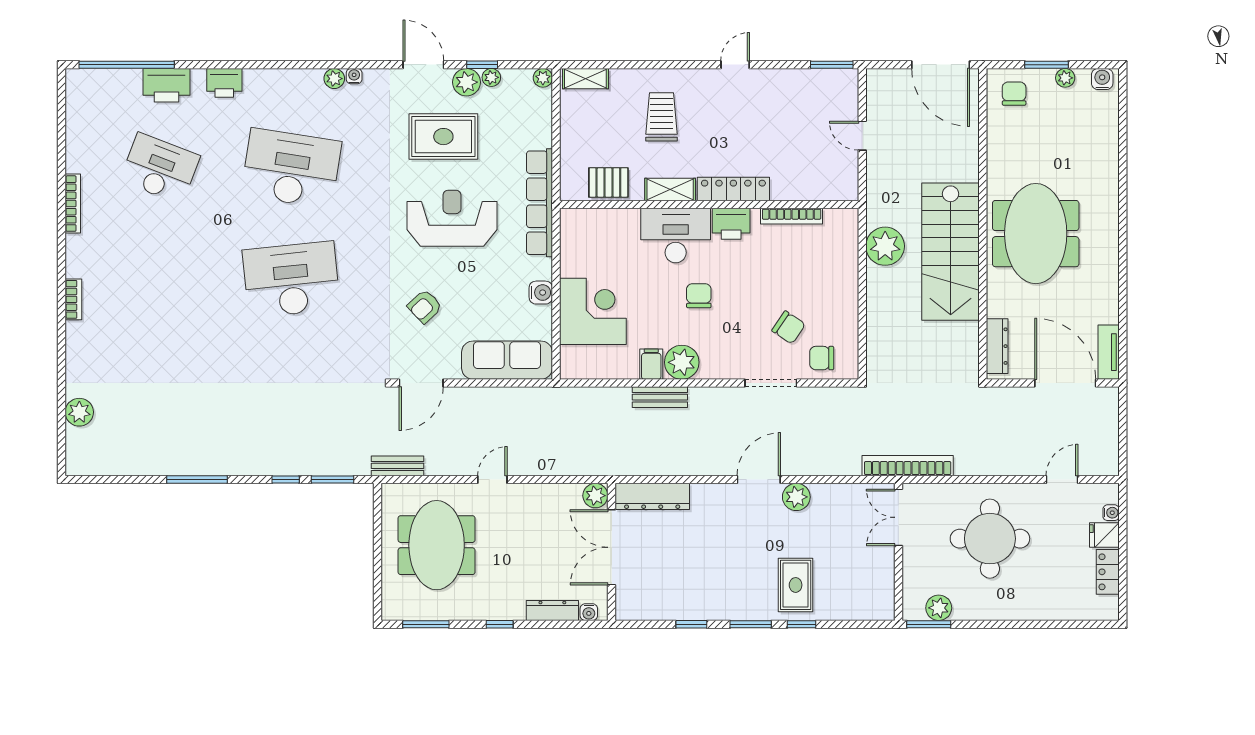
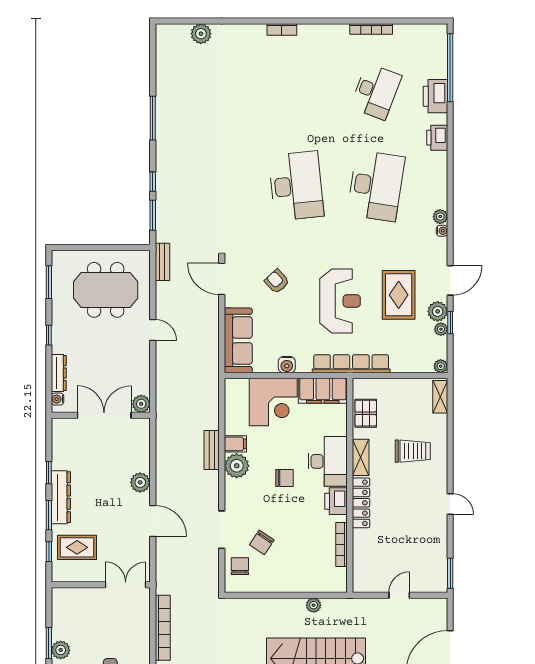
bookcase: (73, 204) -> (371, 29), moved
filing cabinet: (577, 242) -> (323, 391), added
plant: (885, 246) -> (314, 605), width x0.53, depth x0.53
dresser: (652, 496) -> (61, 497), moved, turned 180
plant: (796, 497) -> (140, 482), moved
double door: (898, 517) -> (126, 585), moved
wall: (898, 552) -> (101, 585), moved

